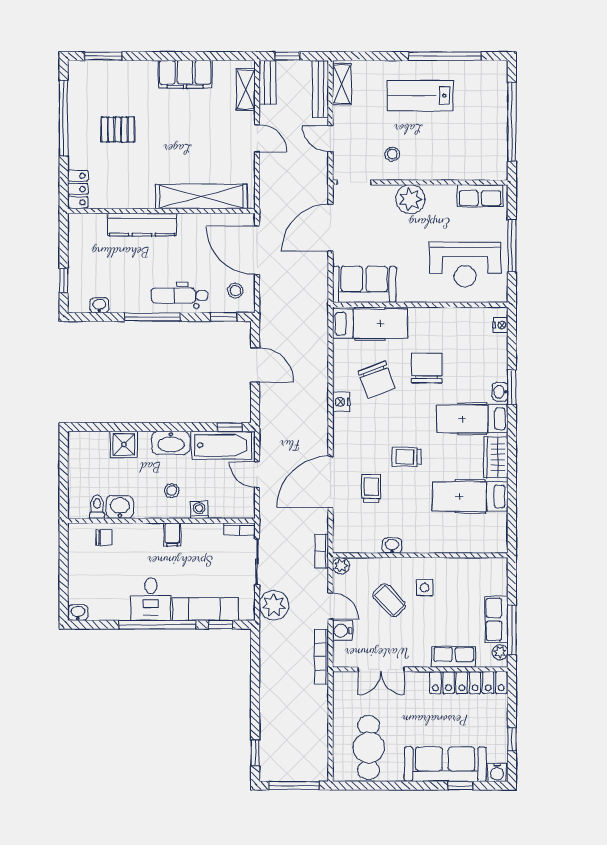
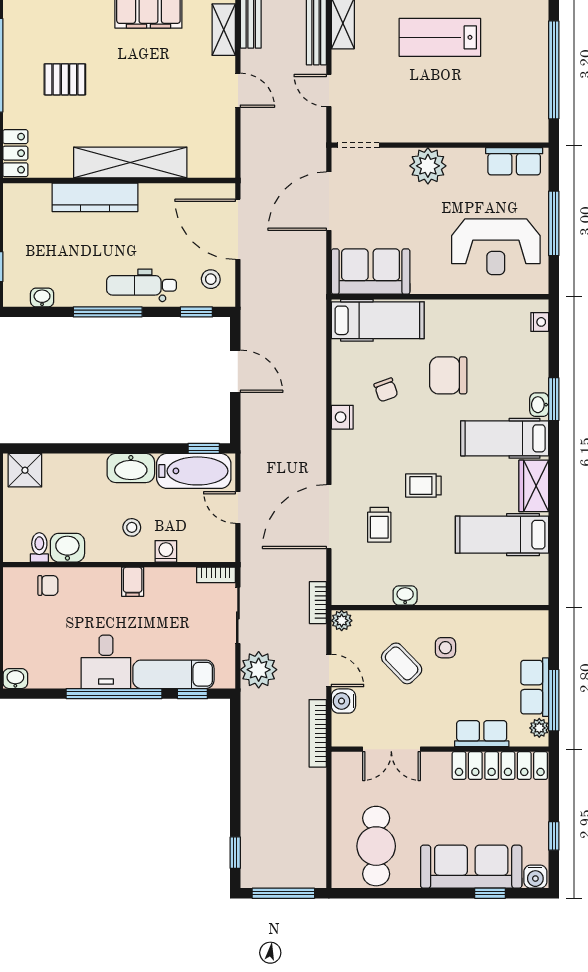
stool: (392, 154) -> (405, 110), removed
shelving: (201, 197) -> (130, 163), moved
chair: (427, 368) -> (448, 375), turned -90
chair: (377, 380) -> (386, 390), width x0.54, depth x0.54
shower: (124, 445) -> (25, 470), moved
trolley: (371, 489) -> (379, 525), turned 180

